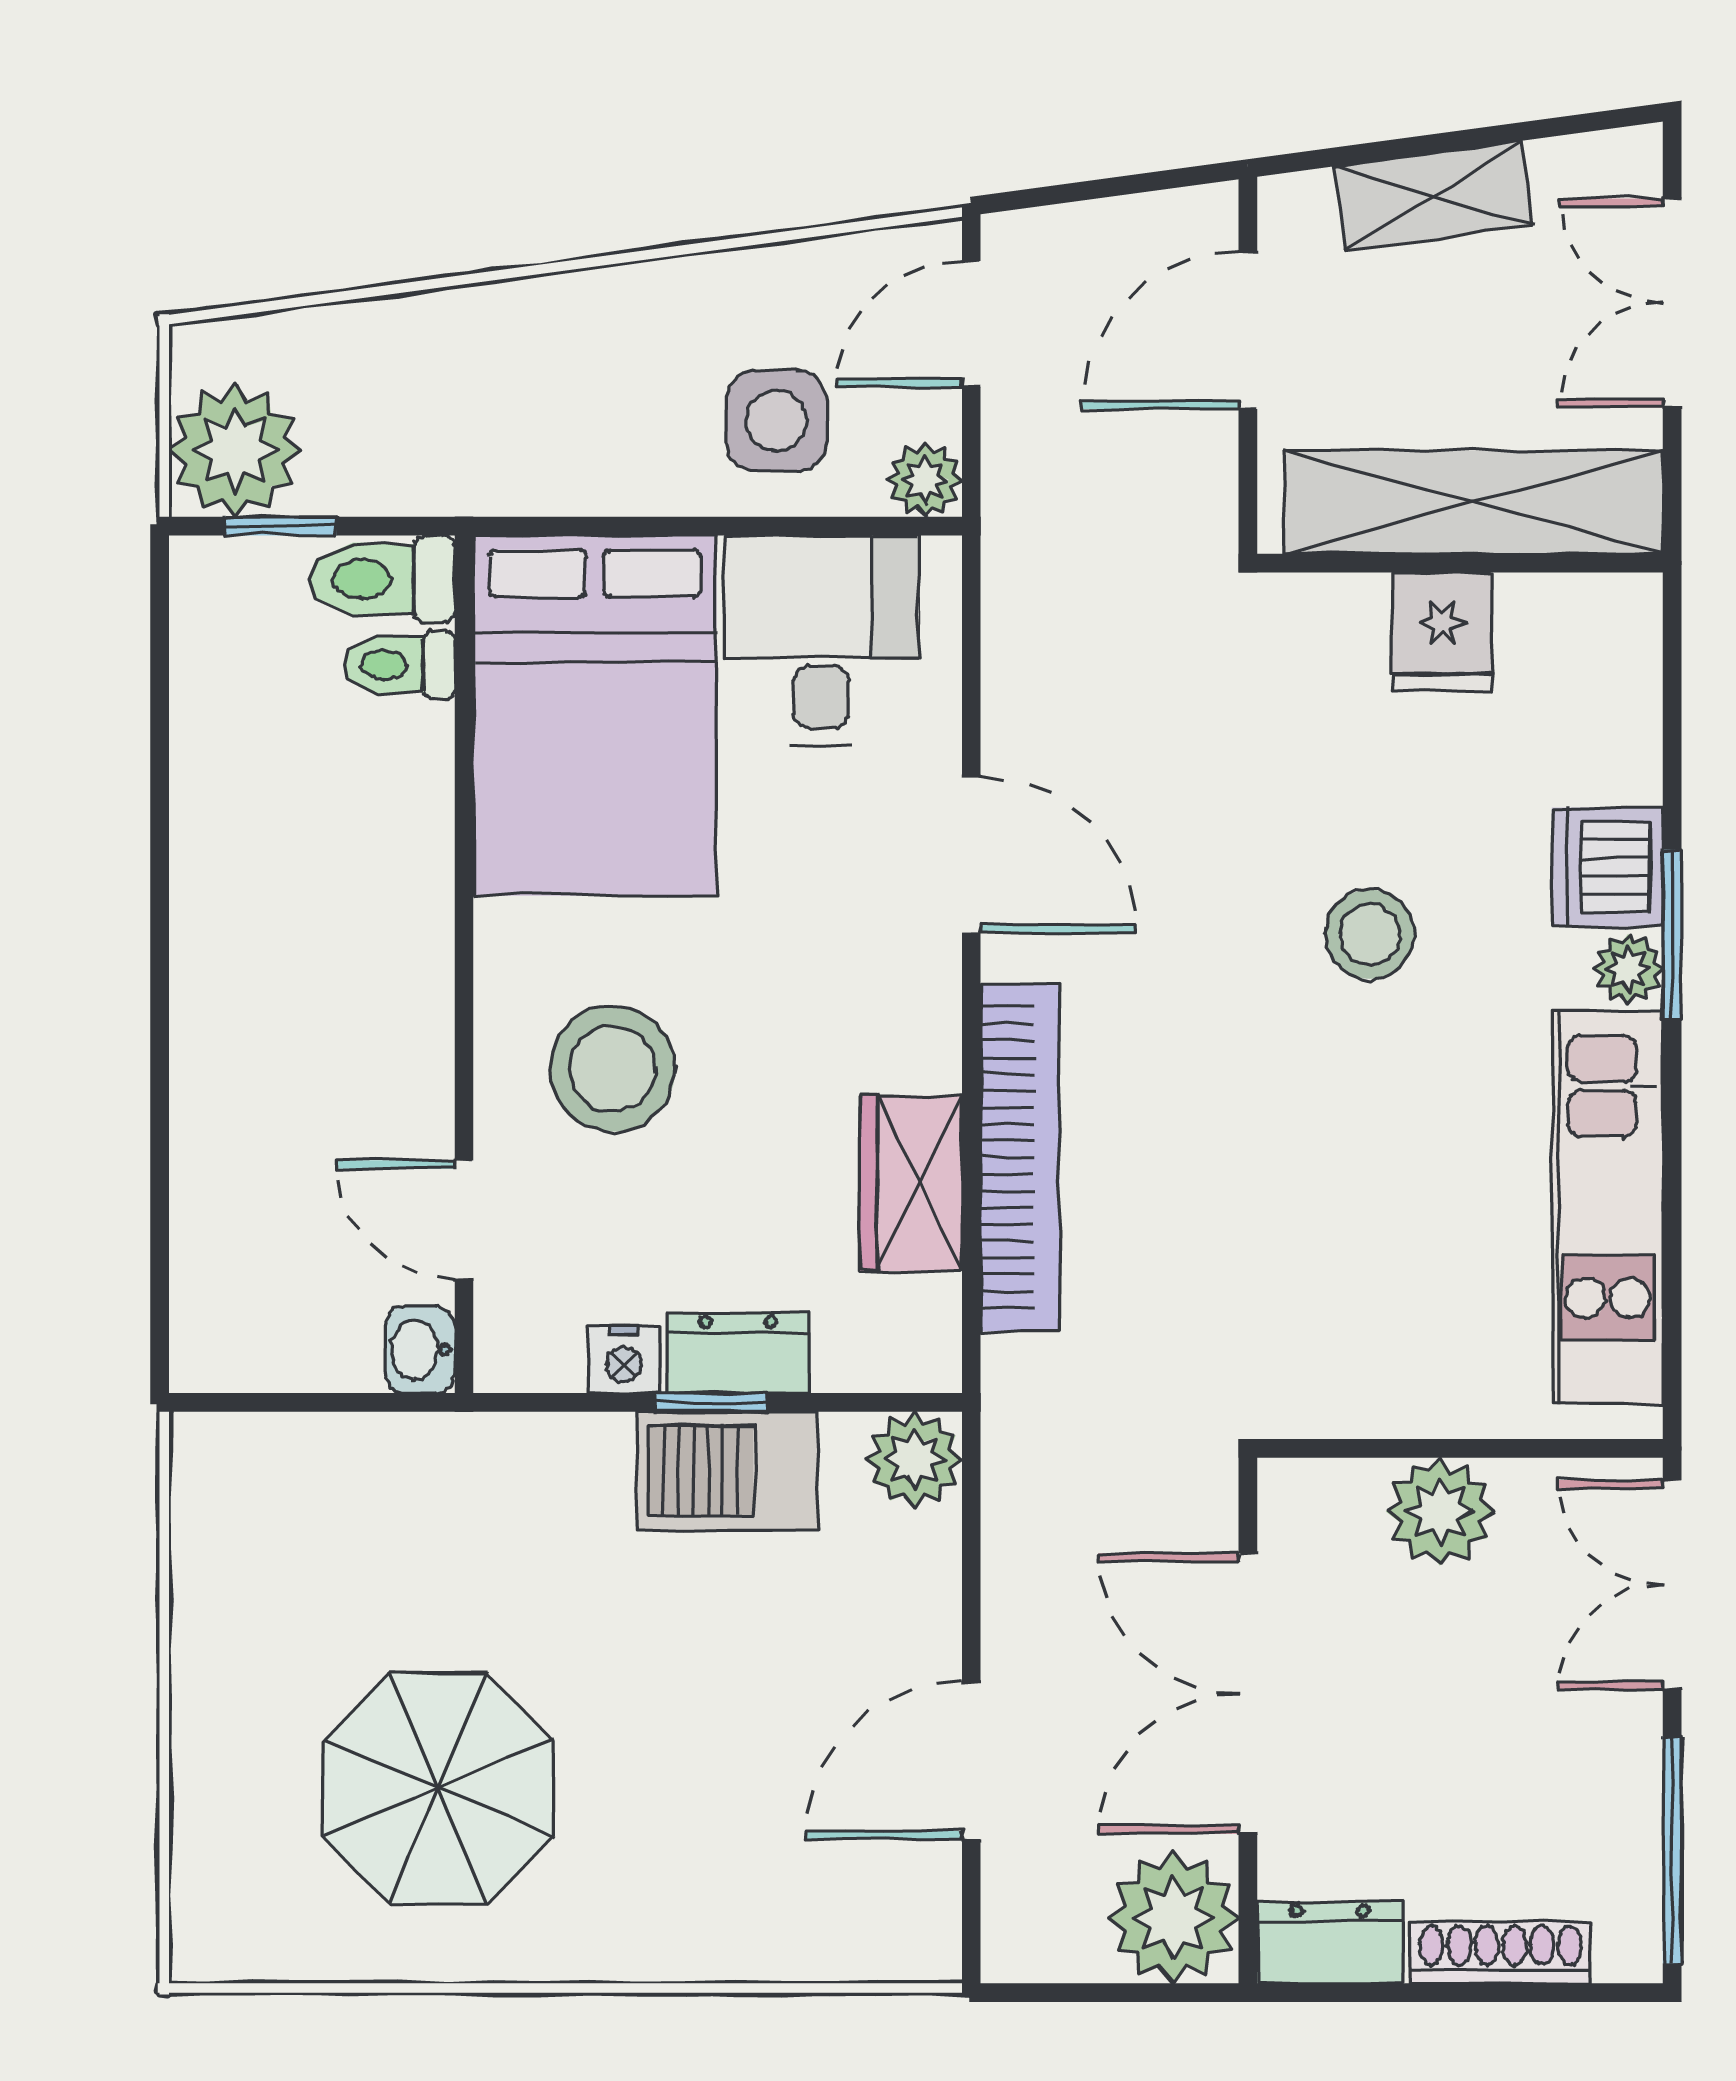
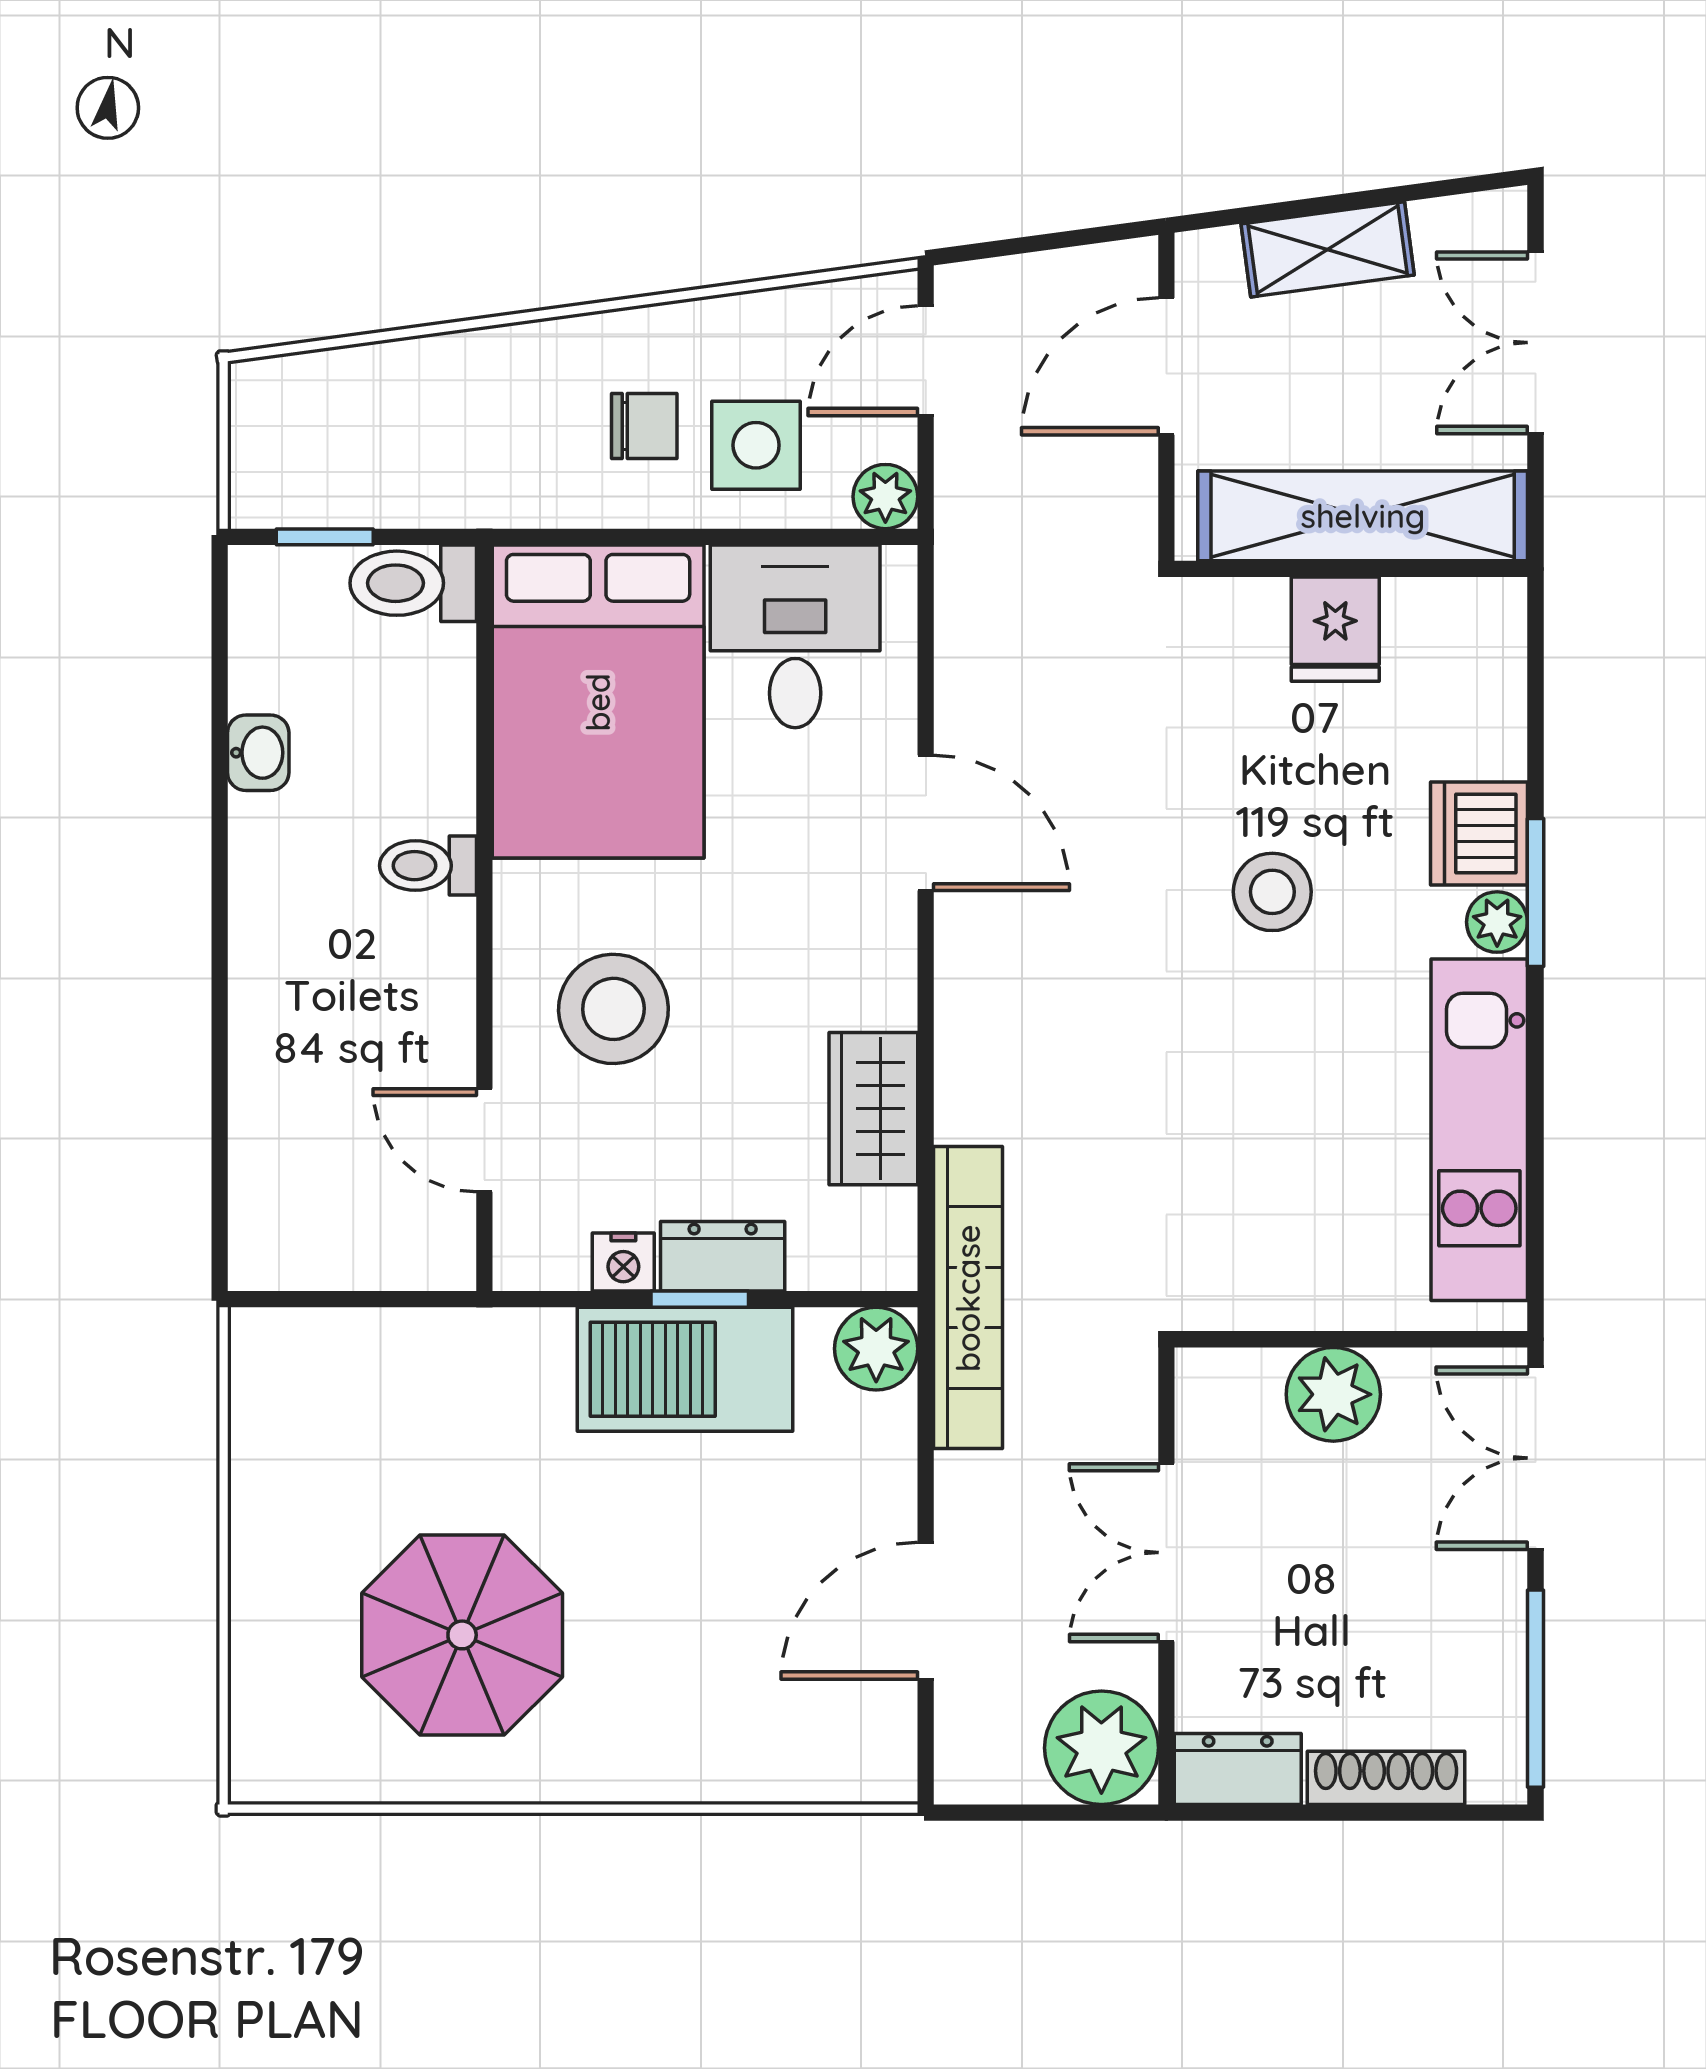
chair: (648, 399) -> (644, 426), added
plant: (235, 450) -> (285, 471), removed
toilet: (399, 665) -> (428, 866), moved
bookcase: (1020, 1158) -> (968, 1298), moved
washbasin: (420, 1350) -> (258, 753), moved, turned 180
barbecue: (728, 1471) -> (685, 1369), width x1.37, depth x1.21
double door: (1248, 1694) -> (1166, 1553), width x0.73

